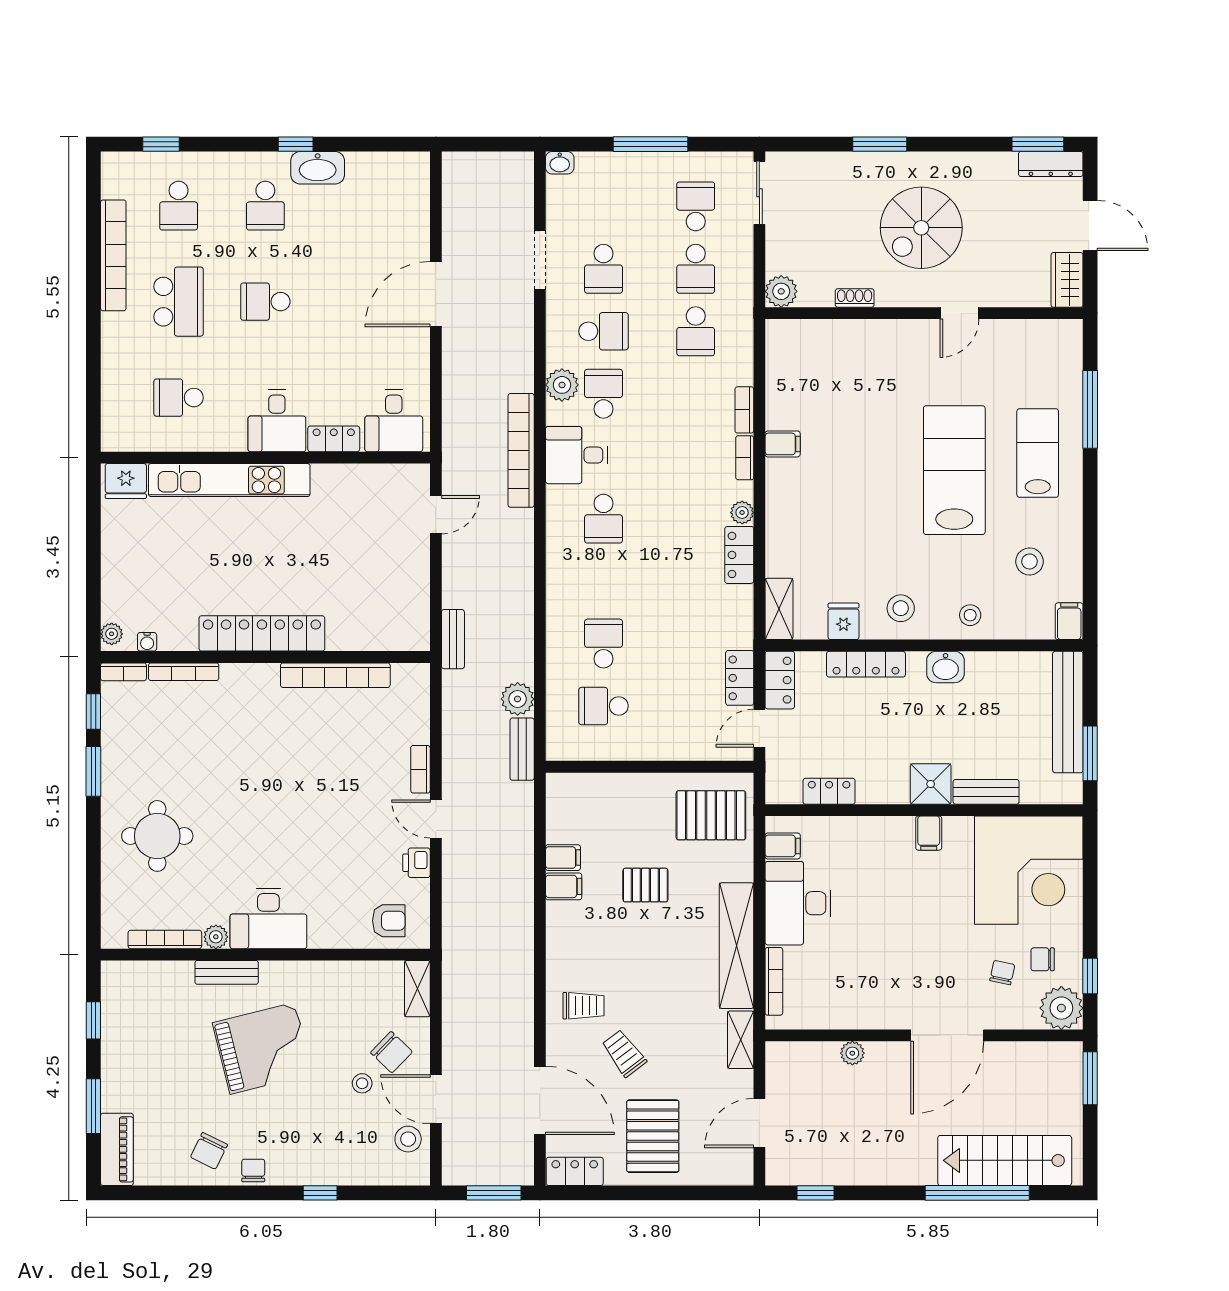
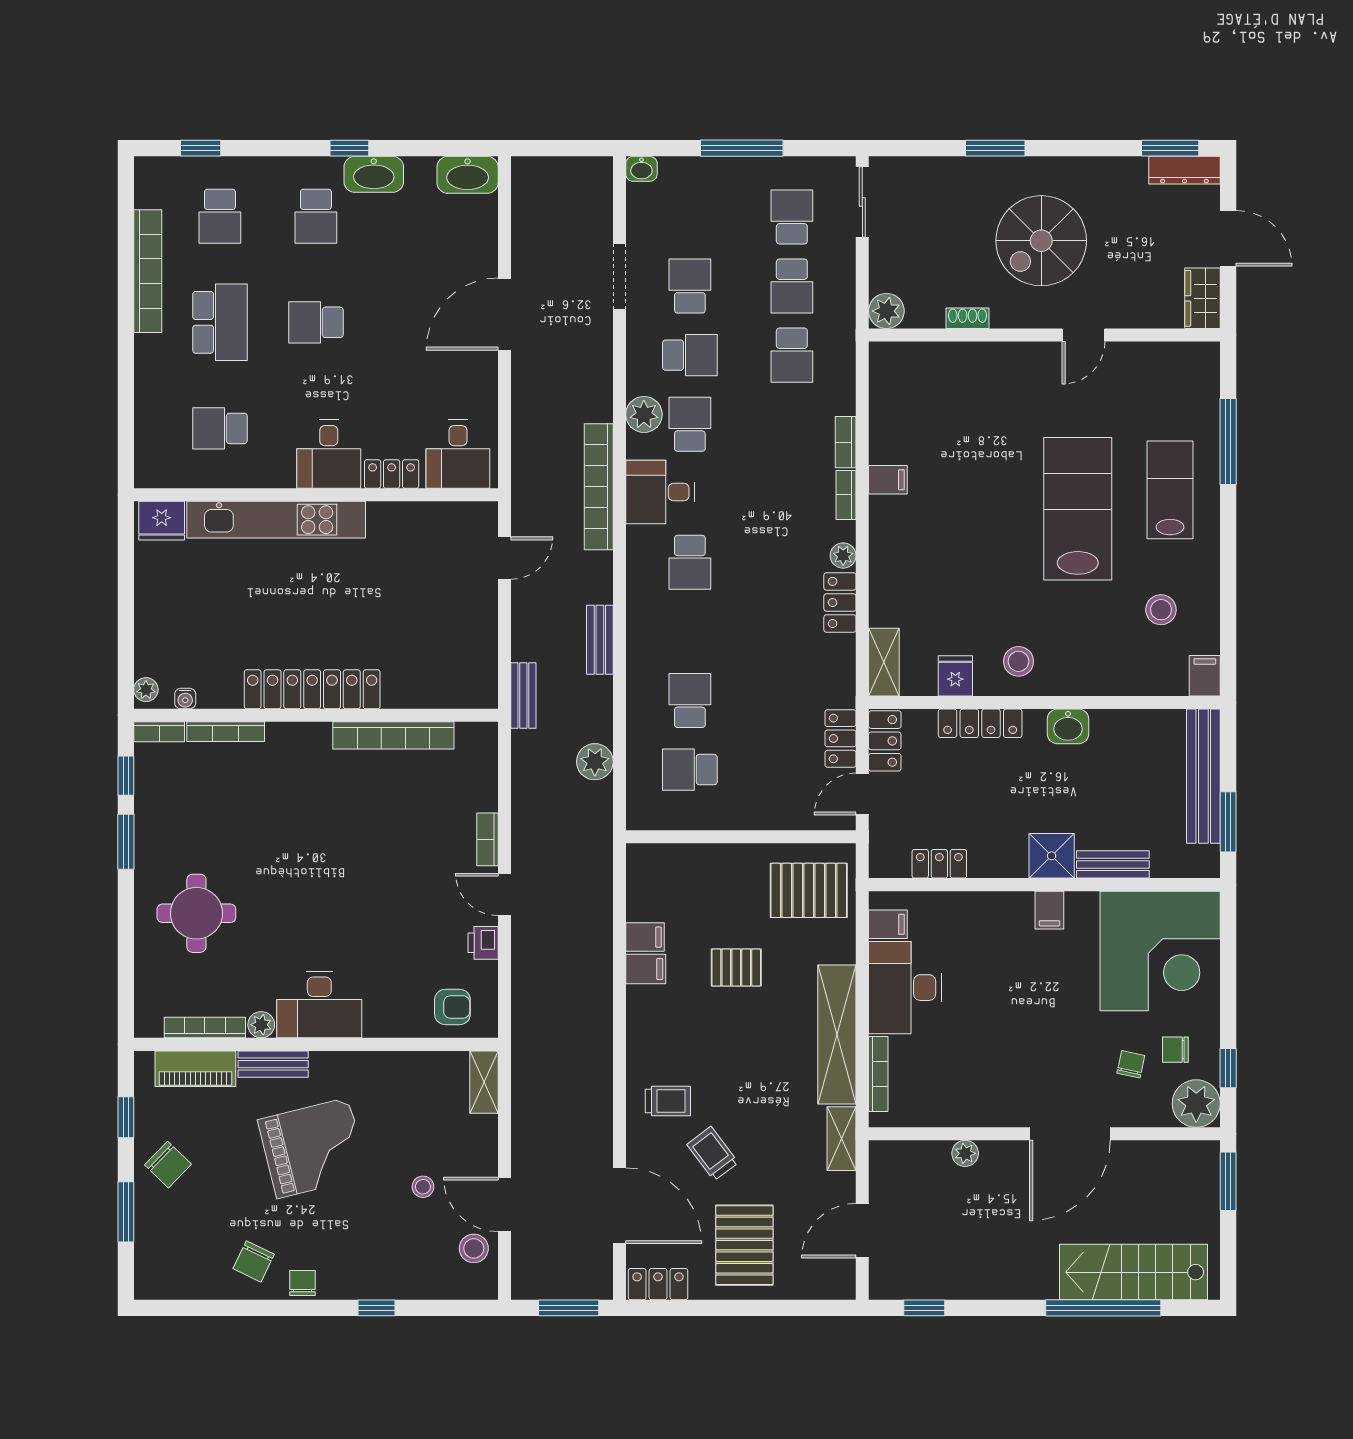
washbasin: (402, 168) -> (468, 175), added
school desk: (604, 269) -> (690, 286), turned 180
stool: (970, 615) -> (1095, 669), removed
bench: (522, 749) -> (600, 640), moved
chair: (392, 1052) -> (168, 1165), moved
piano: (117, 1149) -> (195, 1069), moved, turned 90

